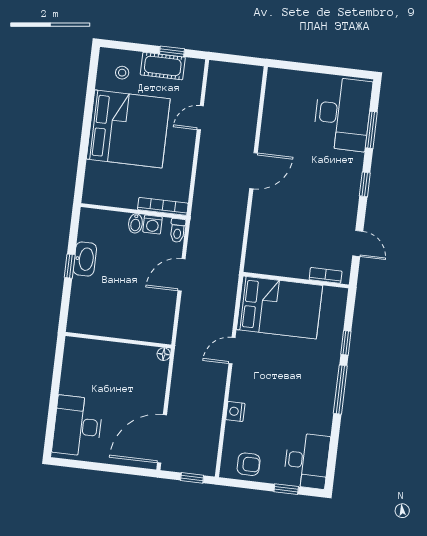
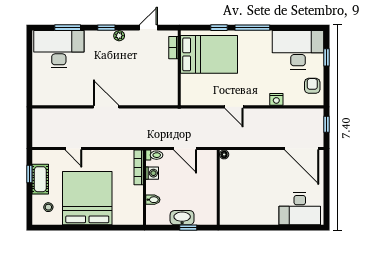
plant: (351, 201) -> (119, 36), added
bidet: (135, 223) -> (153, 200), moved
bed: (280, 308) -> (209, 54), moved, turned 90
wall: (118, 340) -> (218, 187), moved
floor lamp: (164, 354) -> (224, 154), moved
desk: (307, 461) -> (298, 50), width x1.36, depth x1.30

